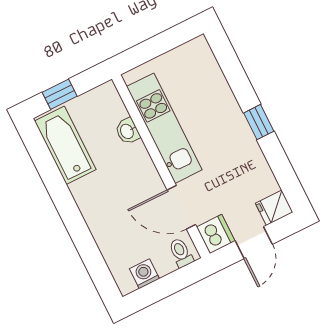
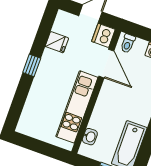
washbasin: (127, 131) -> (90, 137), moved
fridge: (274, 208) -> (57, 42), moved

